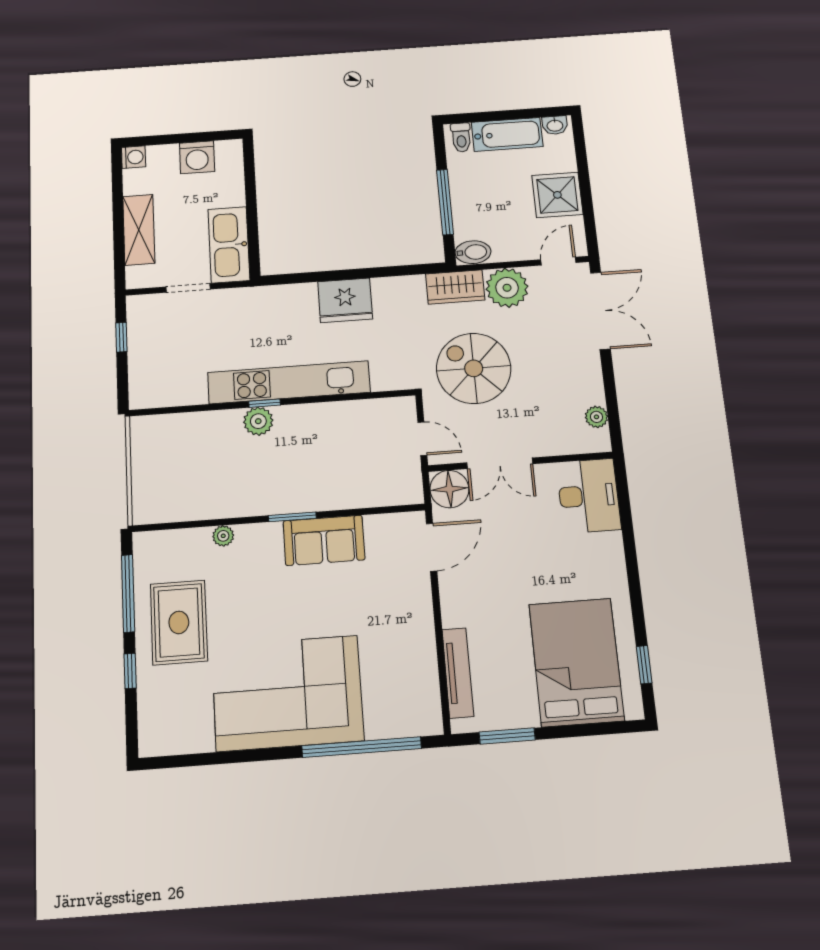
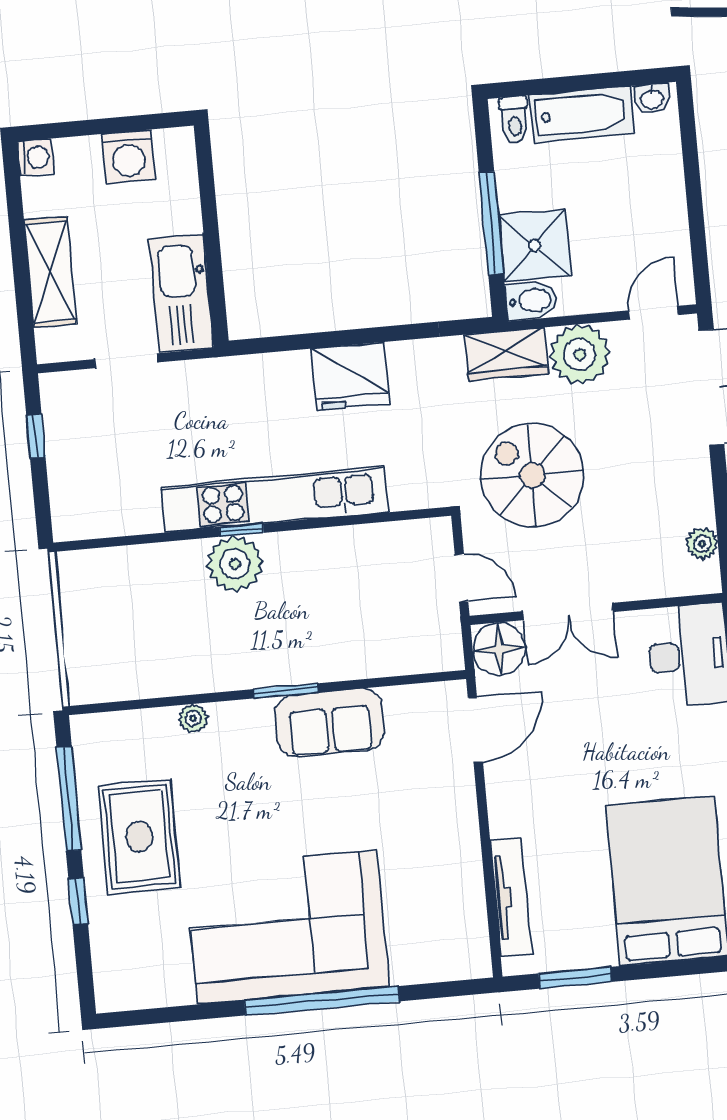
shower: (557, 195) -> (535, 246), moved
plant: (258, 421) -> (235, 564), width x1.36, depth x1.36
window: (362, 747) -> (322, 1001), moved

